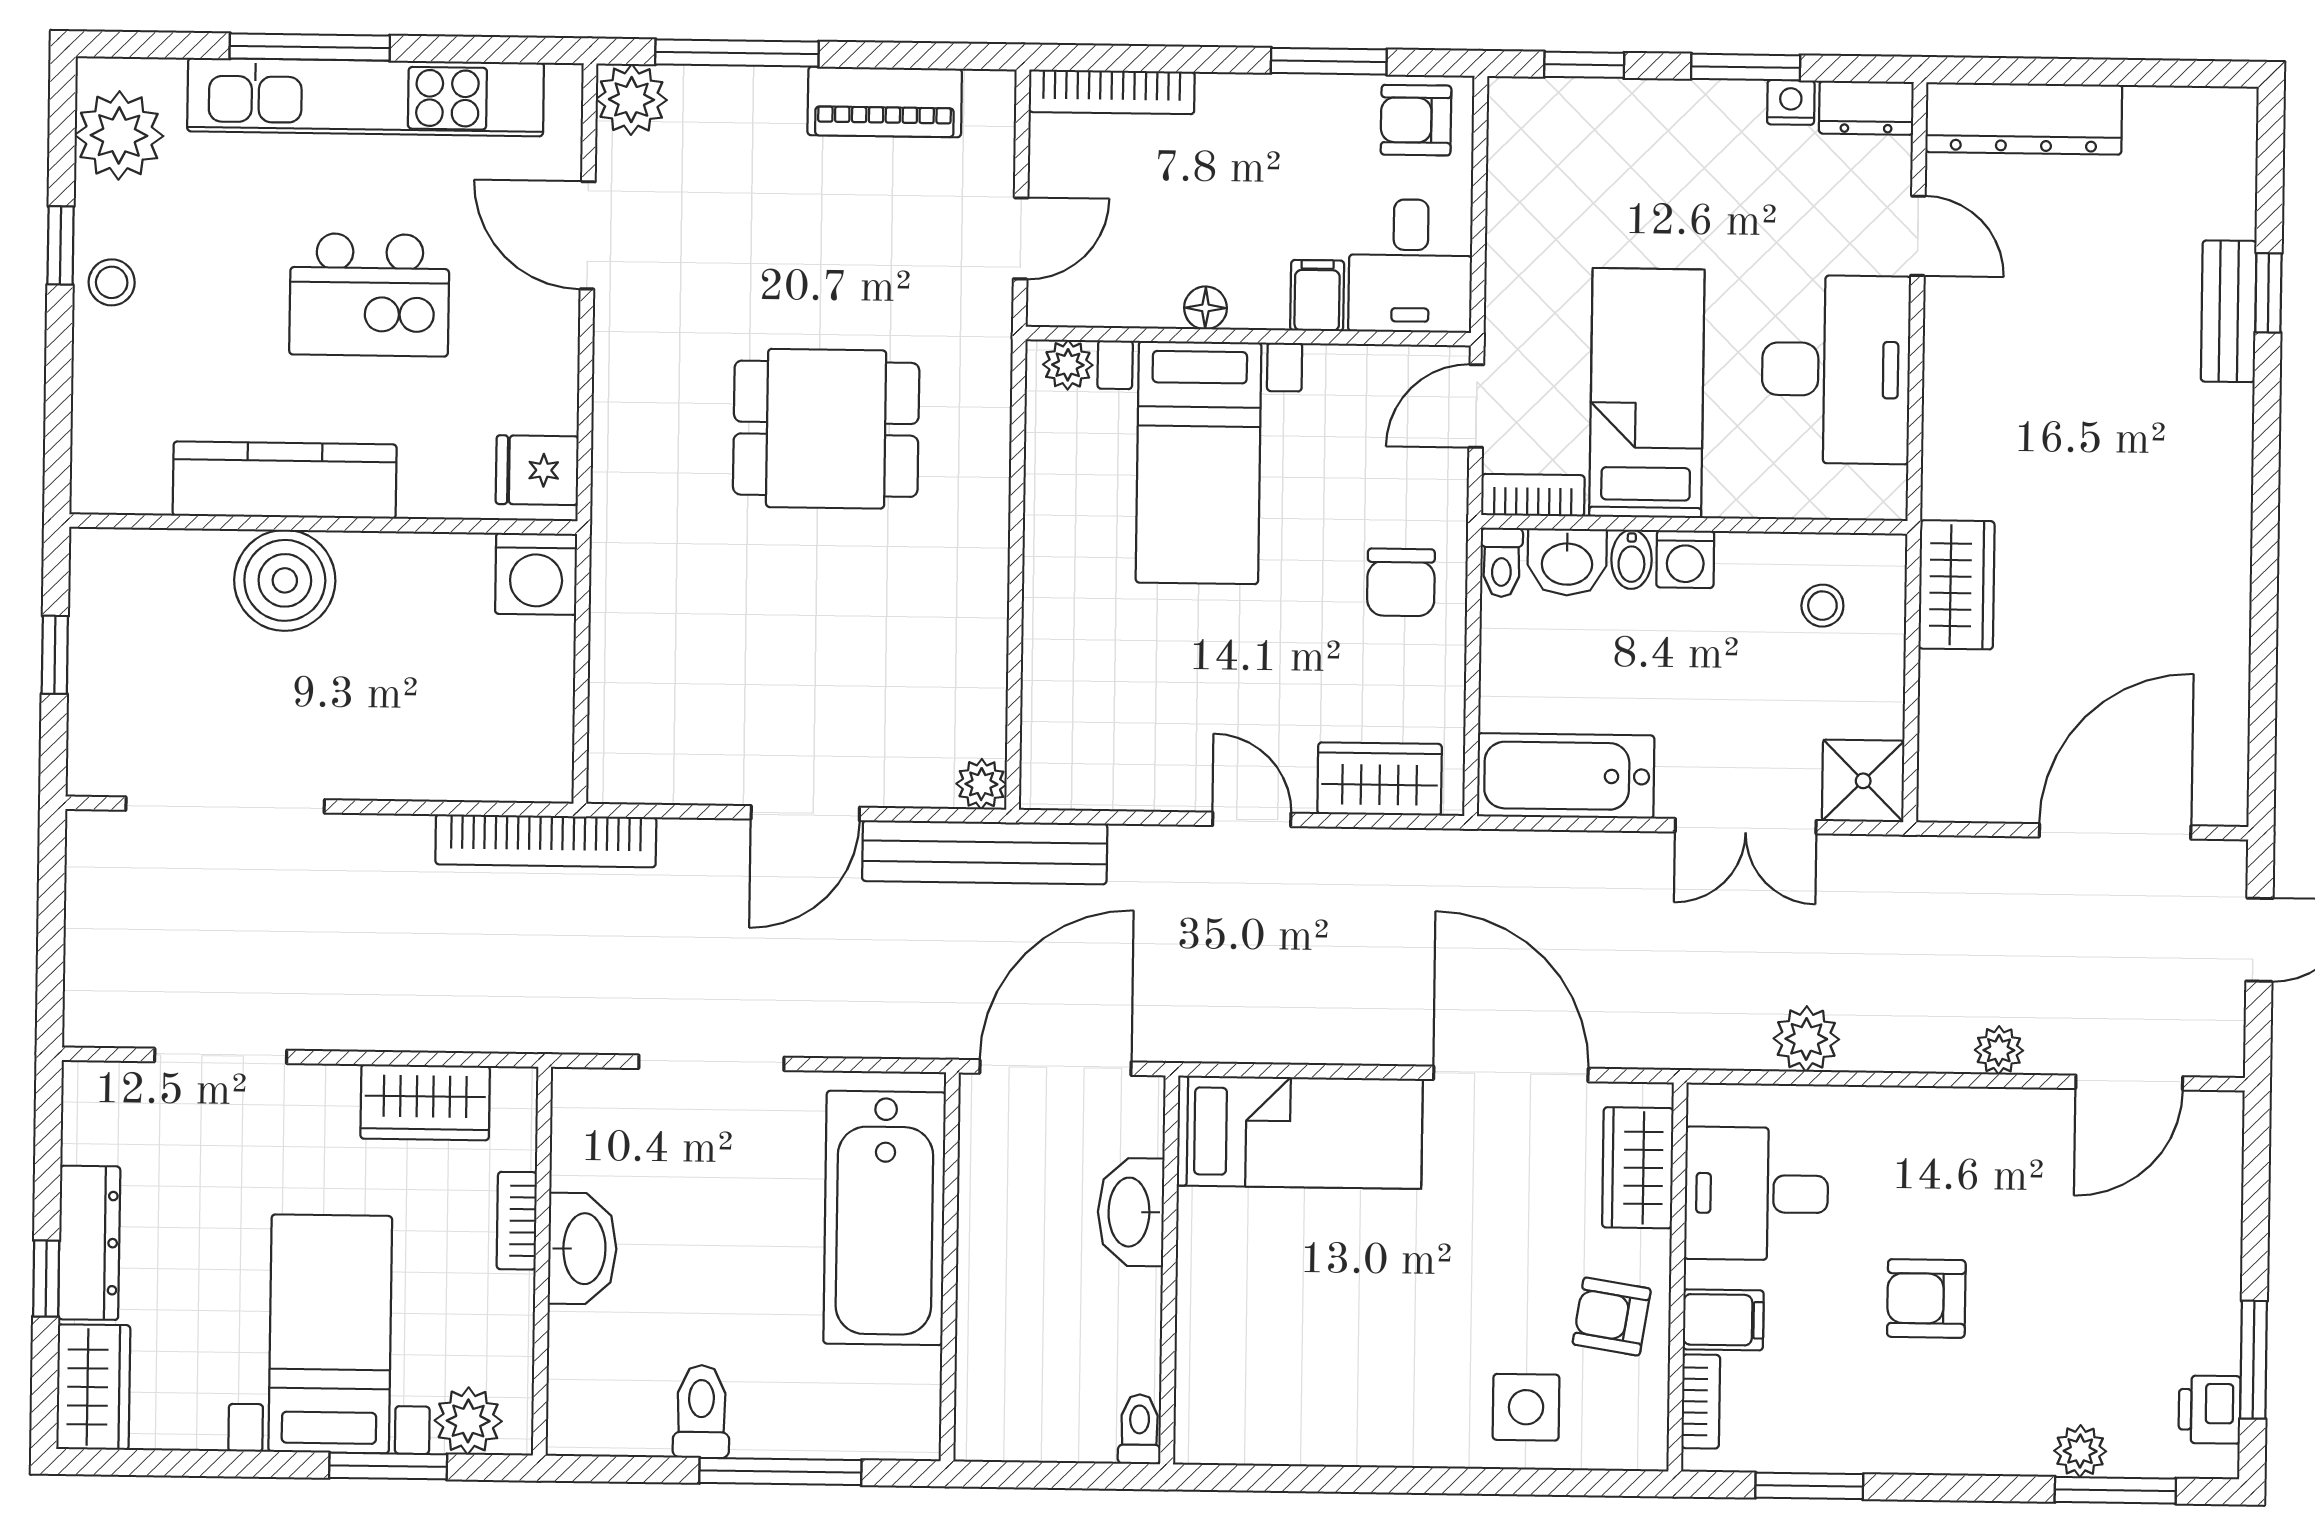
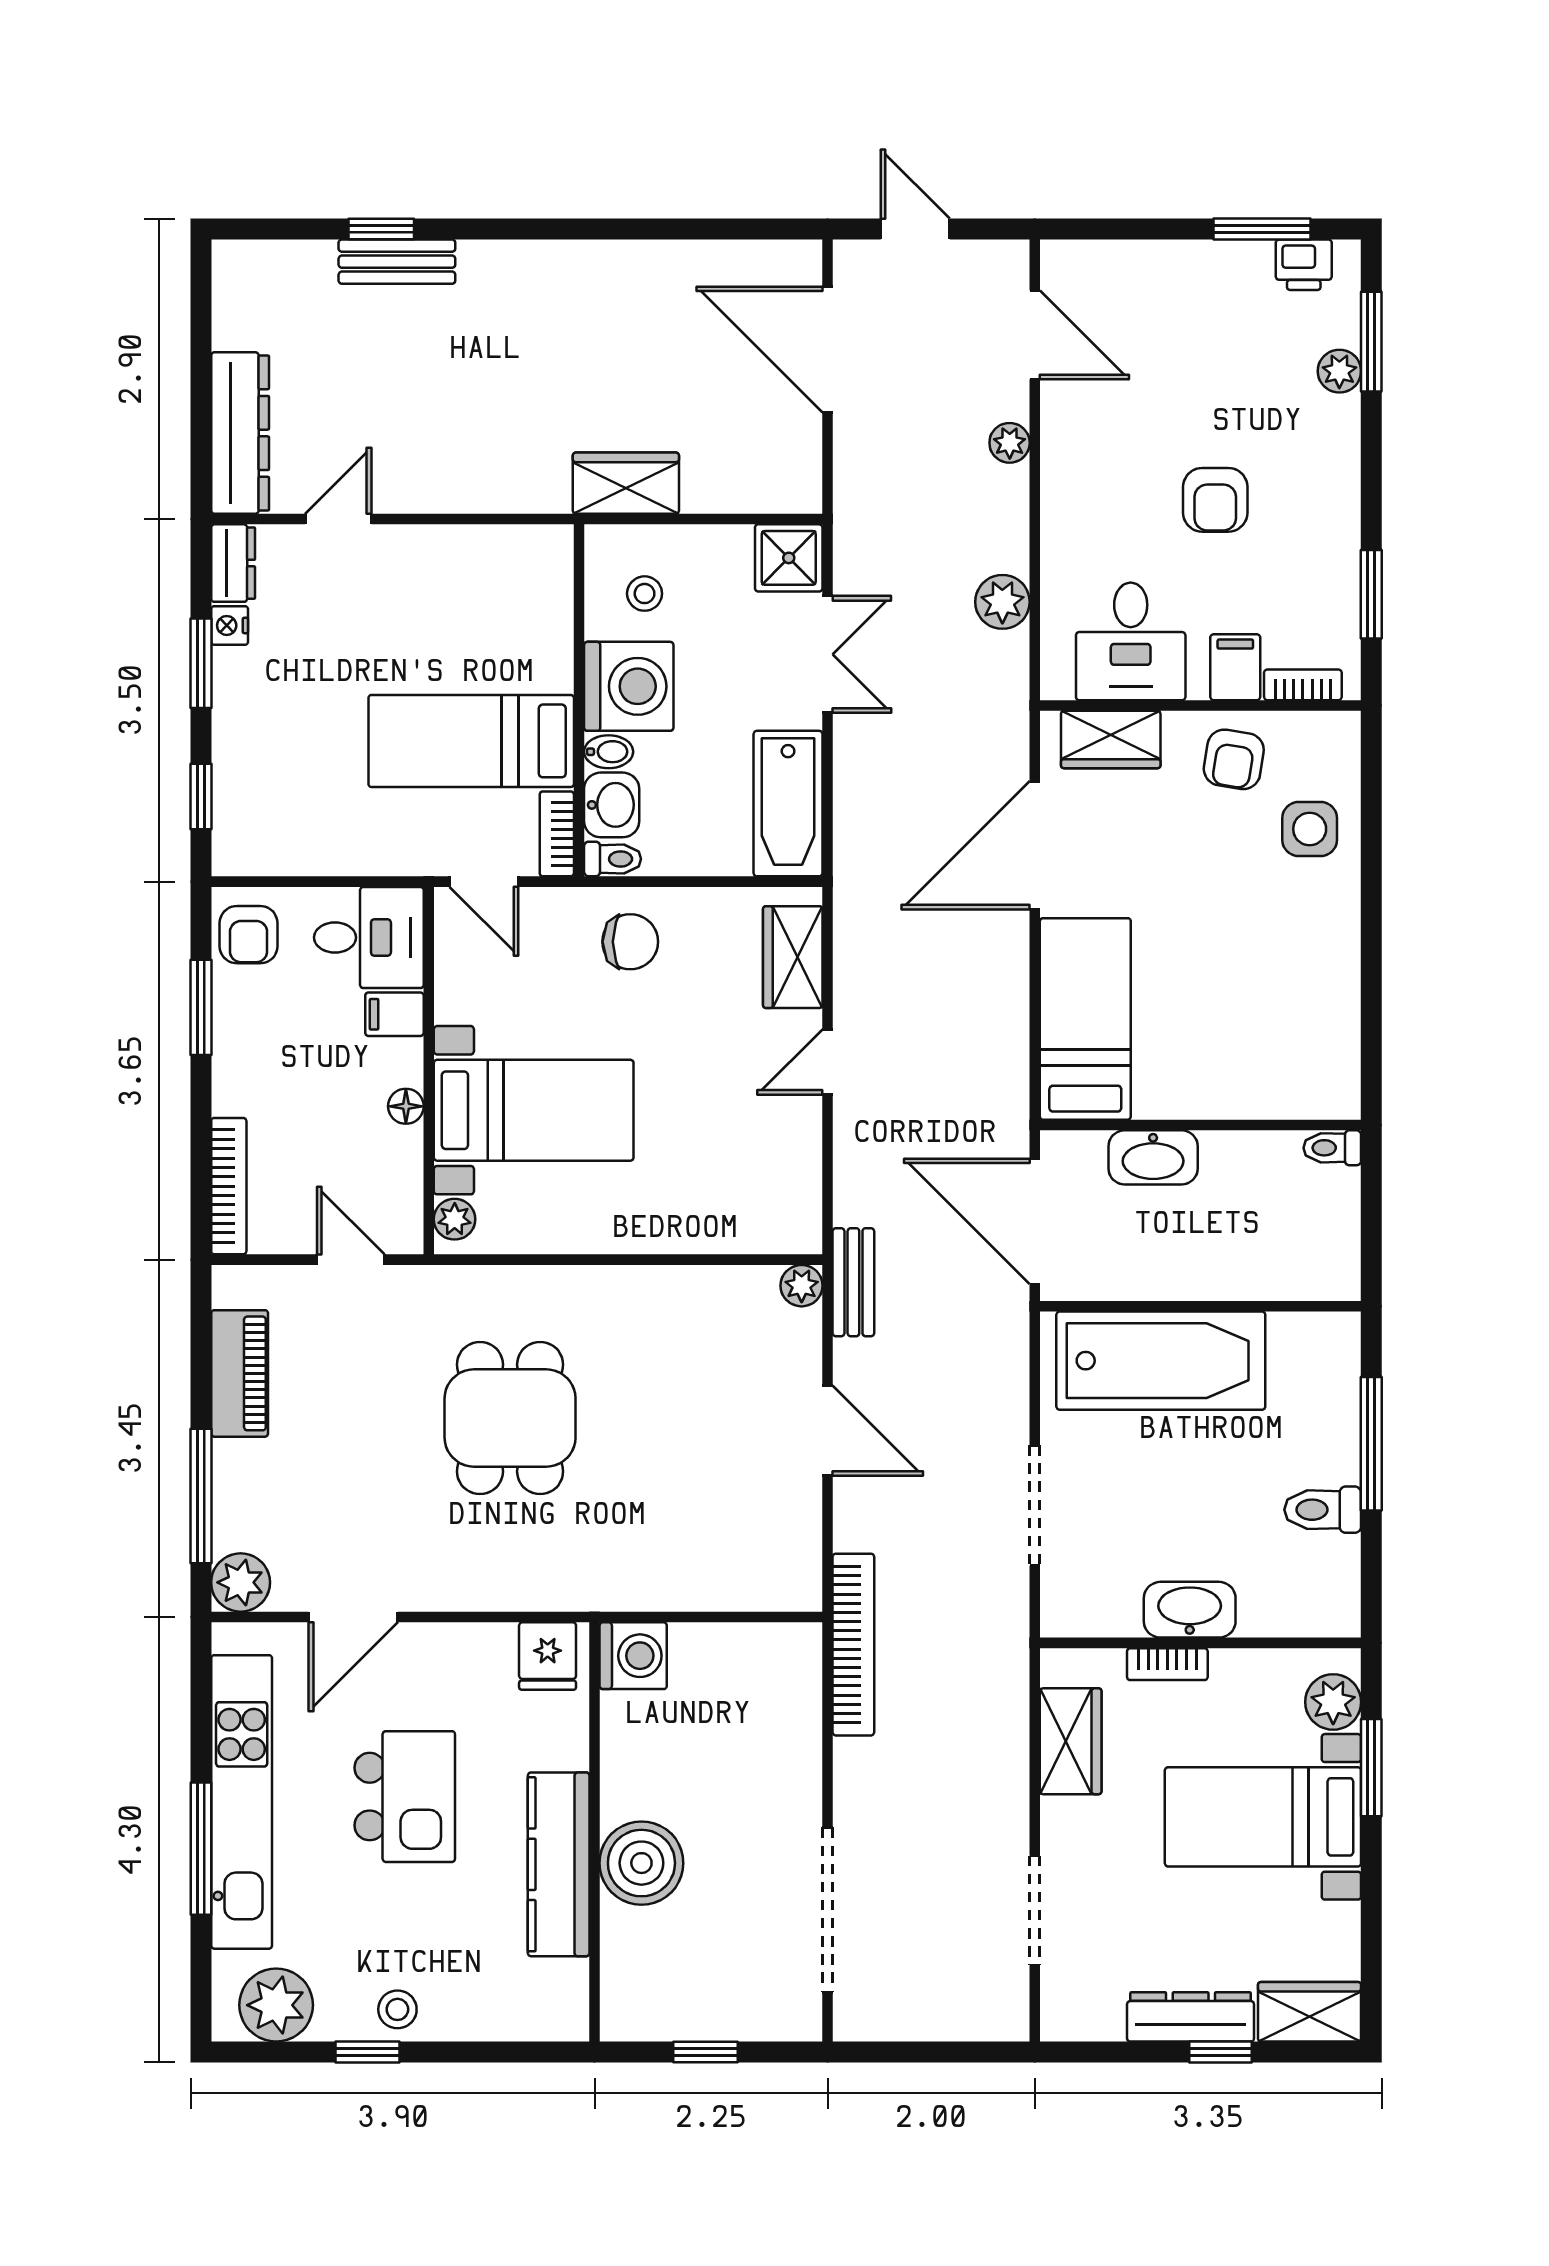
desk: (1836, 369) -> (449, 585), removed
washing machine: (1685, 559) -> (629, 686), width x1.89, depth x1.89
bench: (985, 852) -> (853, 1282), width x0.54, depth x0.82

